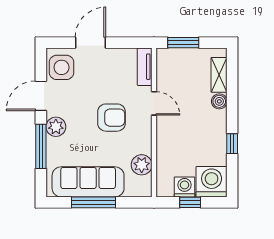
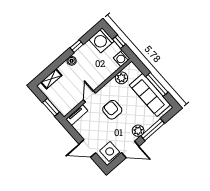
boiler: (219, 101) -> (72, 61), moved
washing machine: (185, 187) -> (122, 58), moved

